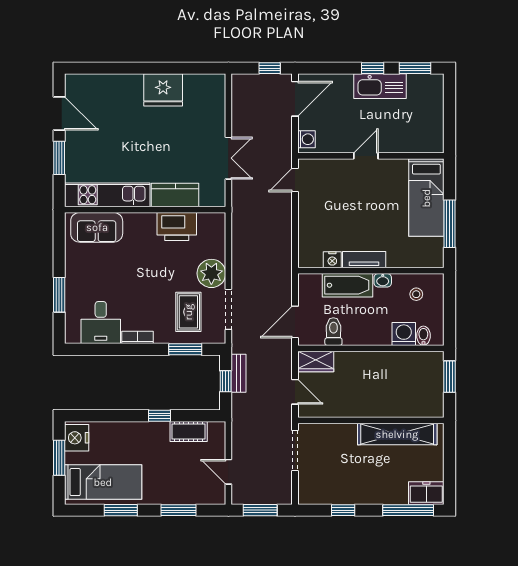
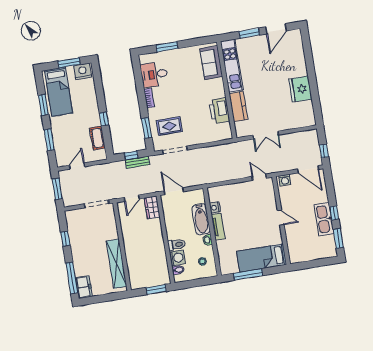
plant: (211, 273) -> (195, 136), removed
toilet: (333, 332) -> (177, 245), moved

